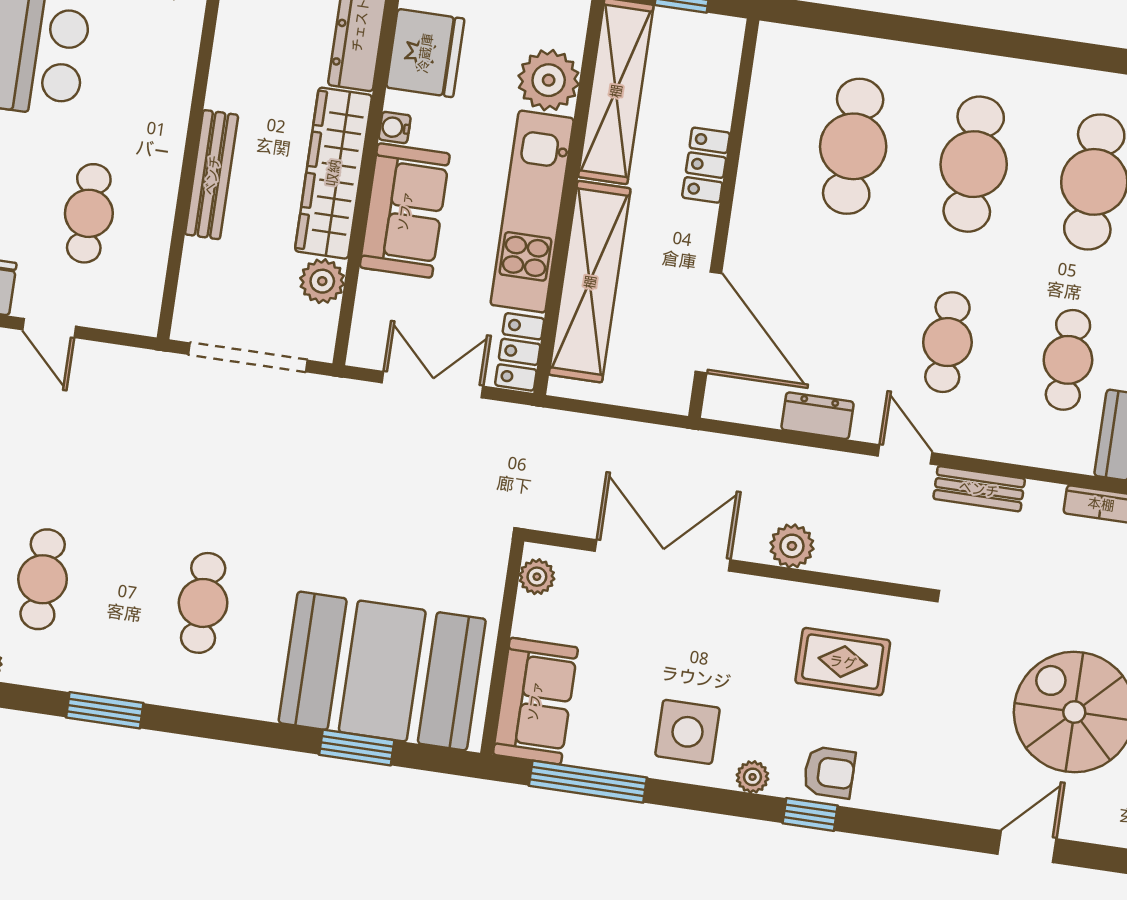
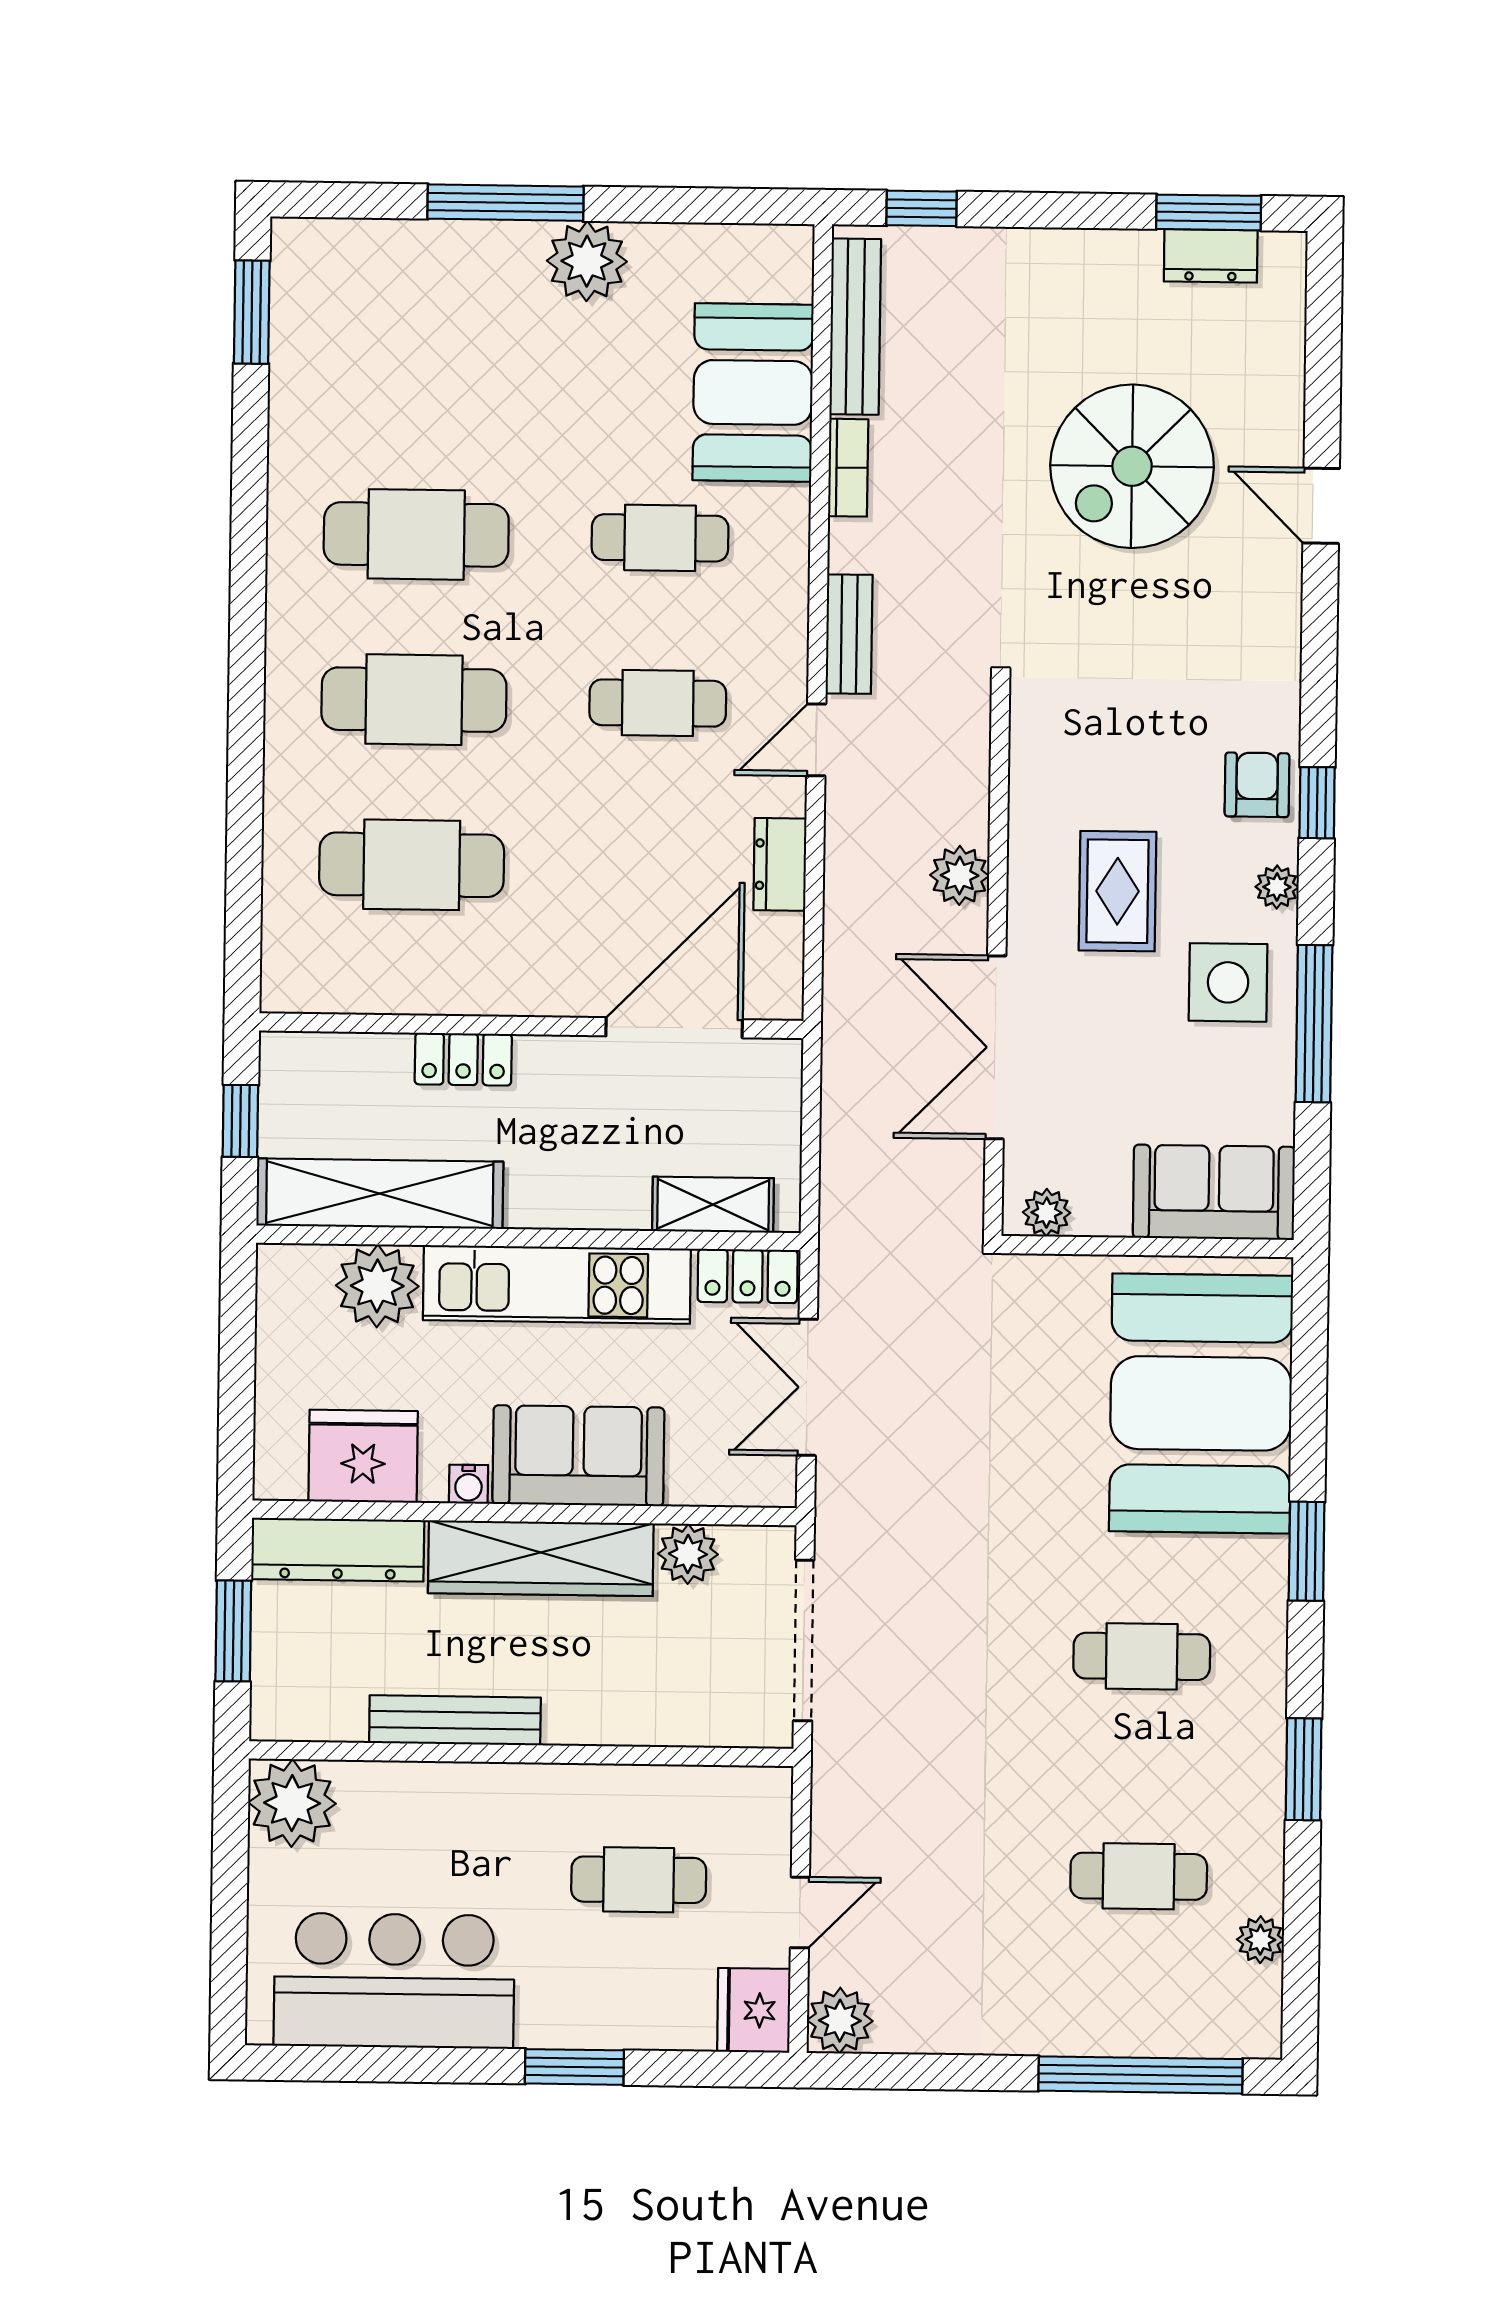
bench: (212, 175) -> (455, 1720), moved
shelving: (590, 282) -> (713, 1205), width x0.45, depth x0.75
rug: (843, 662) -> (1118, 891), moved
window: (357, 747) -> (1307, 1551), moved
window: (588, 782) -> (1314, 1024), moved

